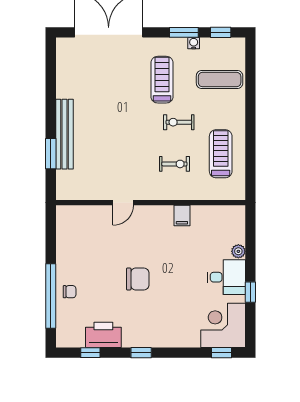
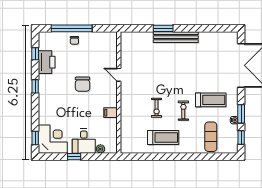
door: (123, 203) -> (119, 75), moved
wall: (151, 203) -> (119, 92), moved
filing cabinet: (182, 215) -> (110, 113), moved

